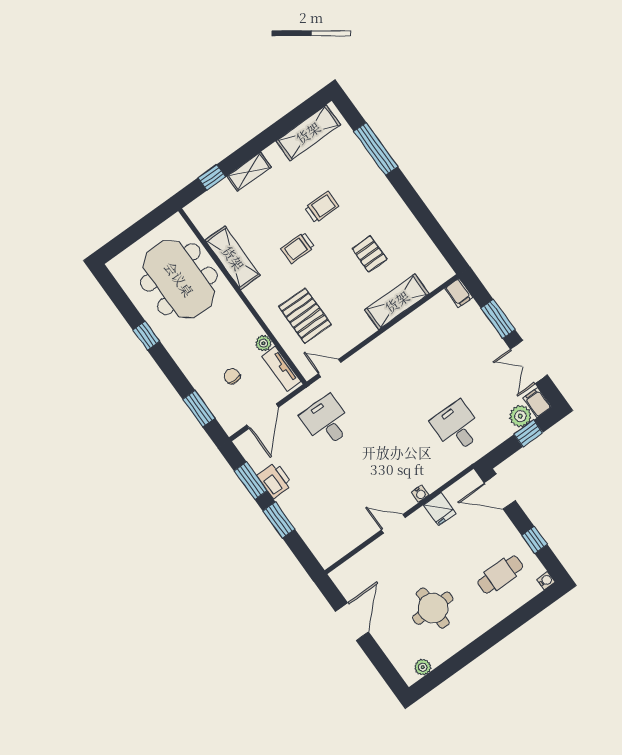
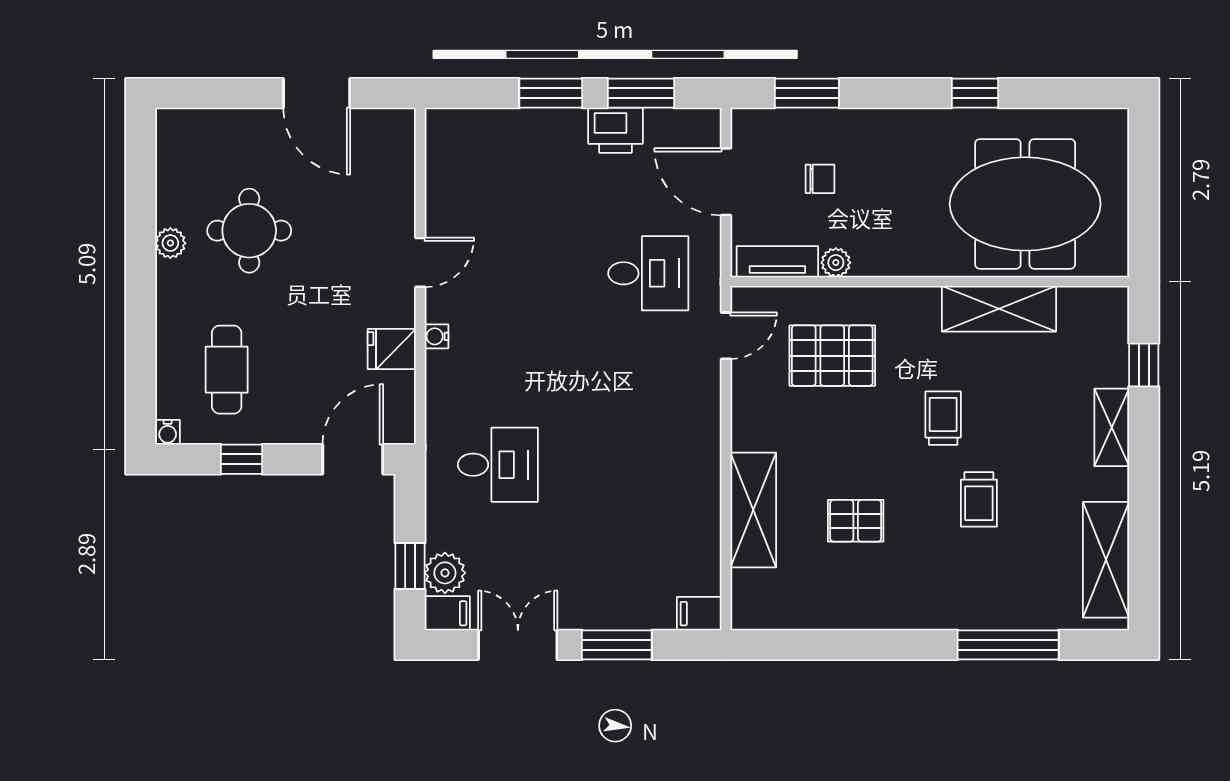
plant: (423, 667) -> (170, 243), moved

